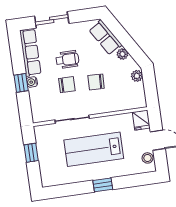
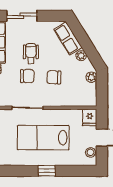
wheelchair: (67, 60) -> (31, 53), turned -90

